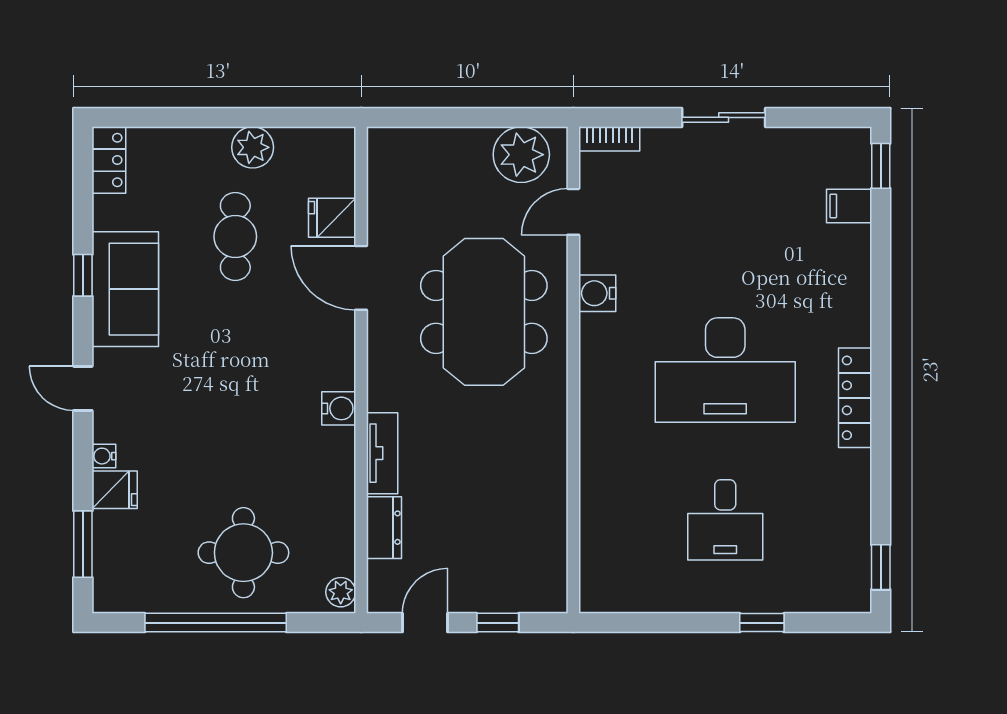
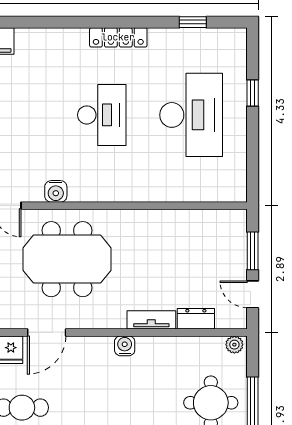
desk: (725, 370) -> (102, 115), width x0.73, depth x0.77
desk: (725, 520) -> (191, 115), width x1.87, depth x1.30
window: (881, 567) -> (193, 22), moved
window: (498, 623) -> (253, 251), width x1.50

